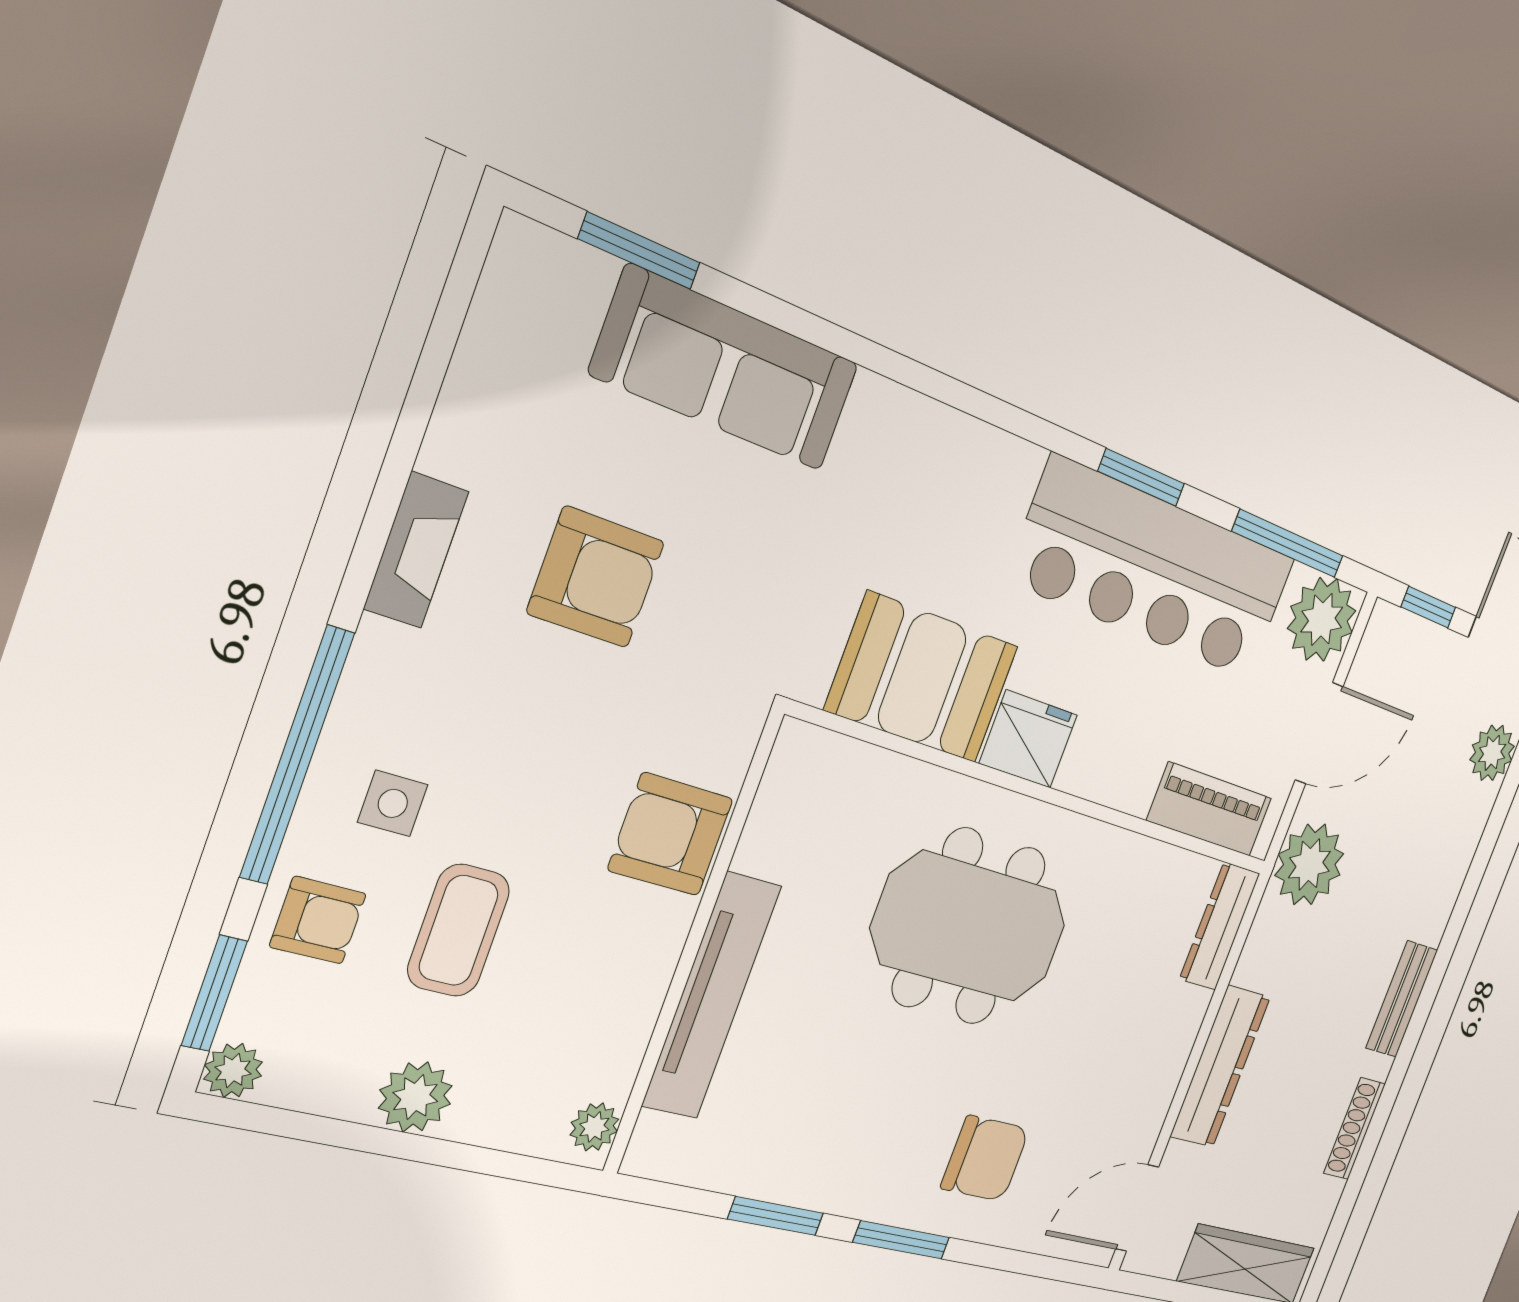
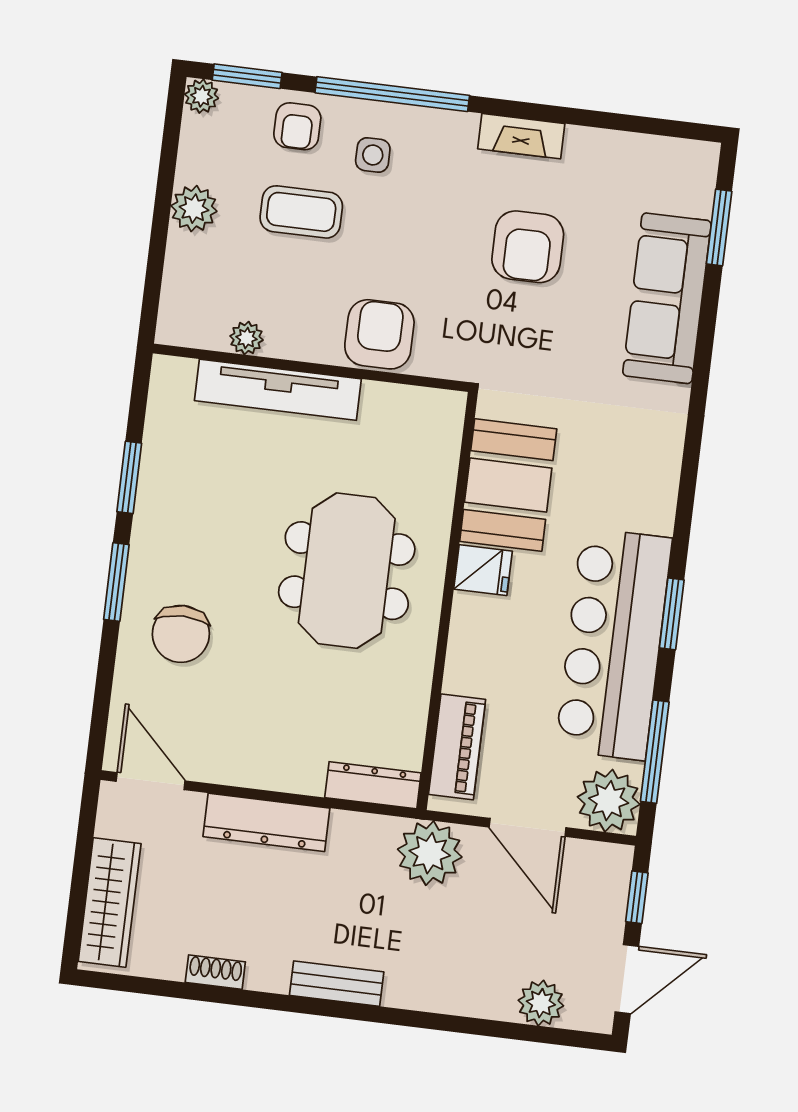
fridge: (1028, 739) -> (483, 570), width x0.72
plant: (594, 1127) -> (247, 338), moved
shoe rack: (1355, 1129) -> (215, 972), width x0.70

